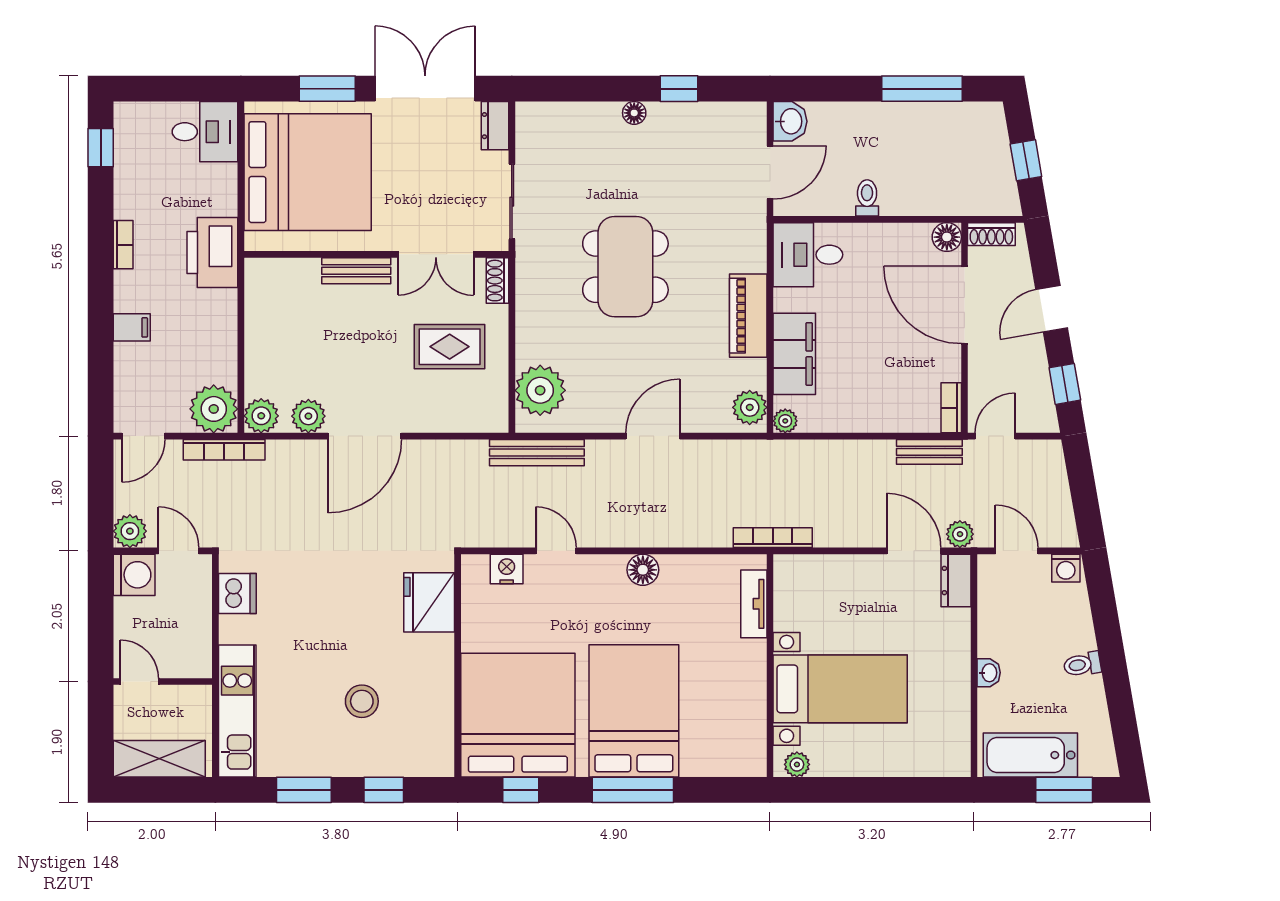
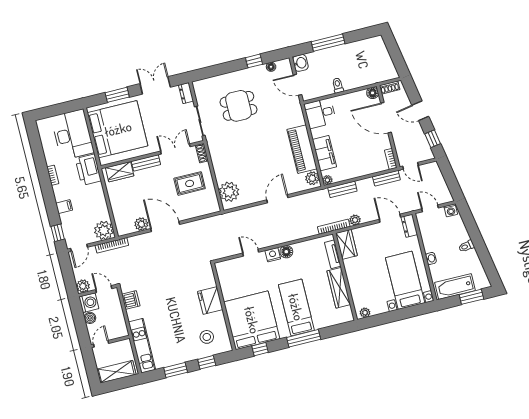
double door: (425, 89) -> (155, 85), width x0.73
window: (922, 89) -> (328, 43), moved
floor lamp: (634, 113) -> (271, 67), moved
desk: (205, 132) -> (72, 135), width x1.87, depth x1.30
window: (101, 148) -> (58, 233), moved
window: (1026, 160) -> (396, 55), removed
door: (770, 172) -> (298, 85), swing flipped
double door: (436, 254) -> (175, 149), swing flipped
dining table: (625, 267) -> (238, 106), moved, width x0.73
wardrobe: (287, 276) -> (120, 172), added
door: (1052, 309) -> (420, 111), hinge flipped
piano: (748, 316) -> (302, 149), width x1.37, depth x1.33
plant: (261, 416) -> (123, 229), removed
door: (365, 436) -> (165, 226), swing flipped
door: (995, 436) -> (411, 166), swing flipped
bench: (537, 453) -> (342, 189), moved, width x0.73
plant: (960, 534) -> (355, 220), moved
nightstand: (507, 569) -> (273, 255), moved
wardrobe: (793, 588) -> (346, 244), added
fridge: (429, 602) -> (210, 301), moved
boiler: (128, 612) -> (90, 318), added
door: (139, 682) -> (101, 344), hinge flipped
wardrobe: (748, 689) -> (339, 288), added
bed with nightstands: (840, 689) -> (405, 280), moved, turned -90
stool: (362, 701) -> (207, 337), moved
bed: (634, 711) -> (296, 307), width x0.67

